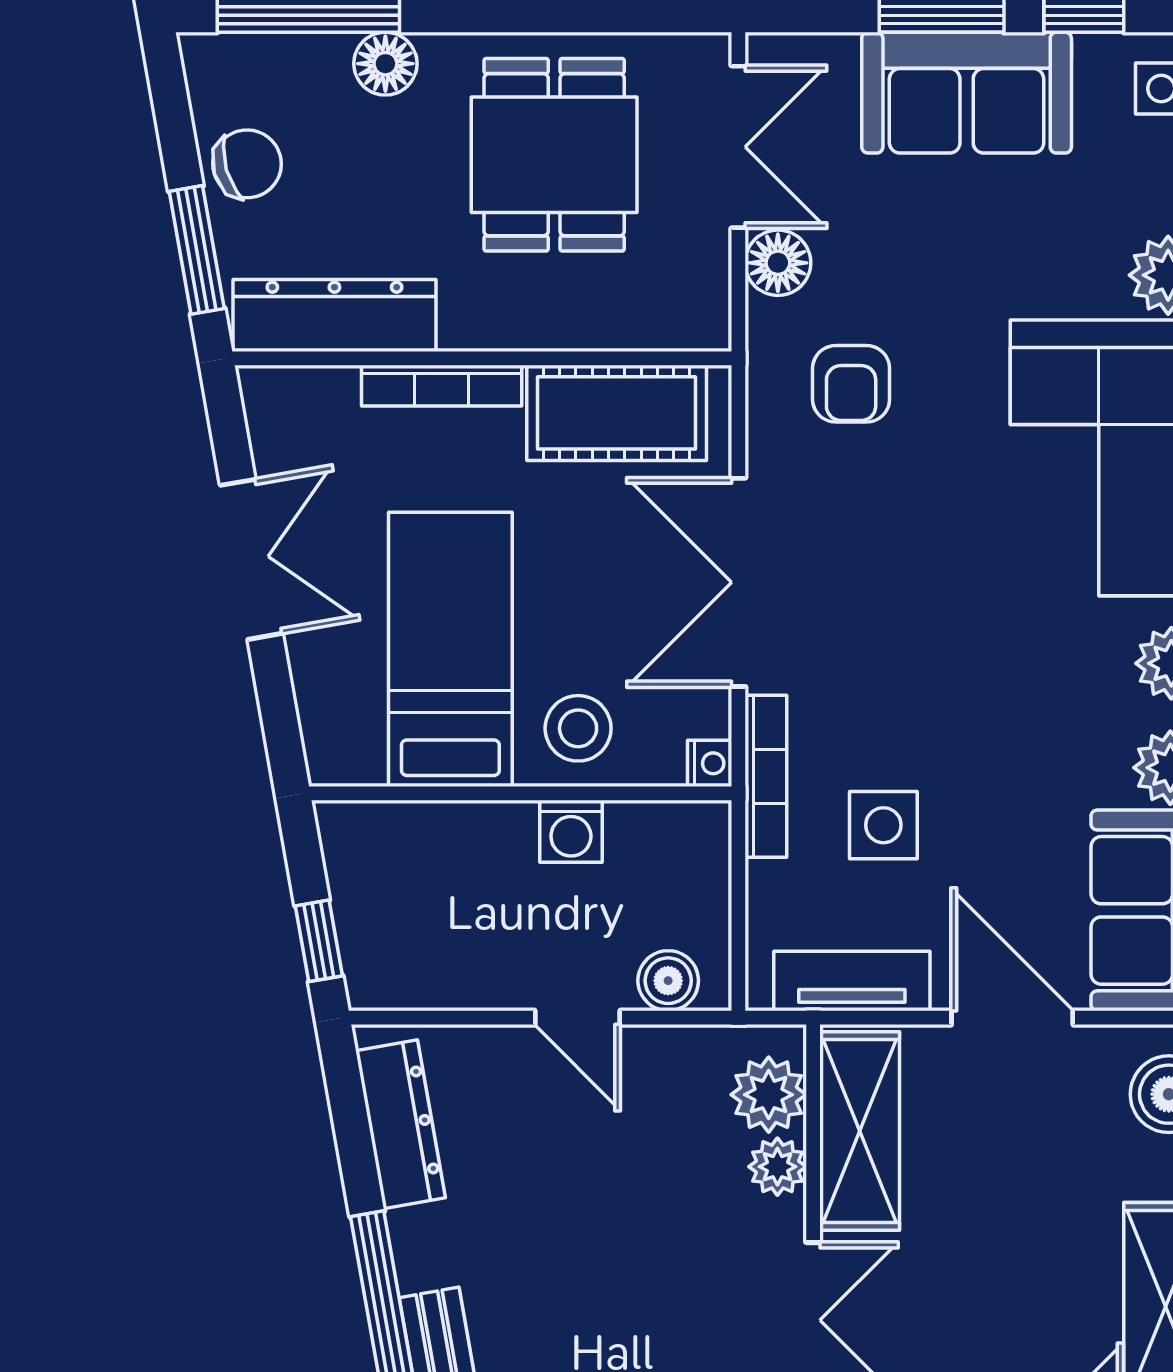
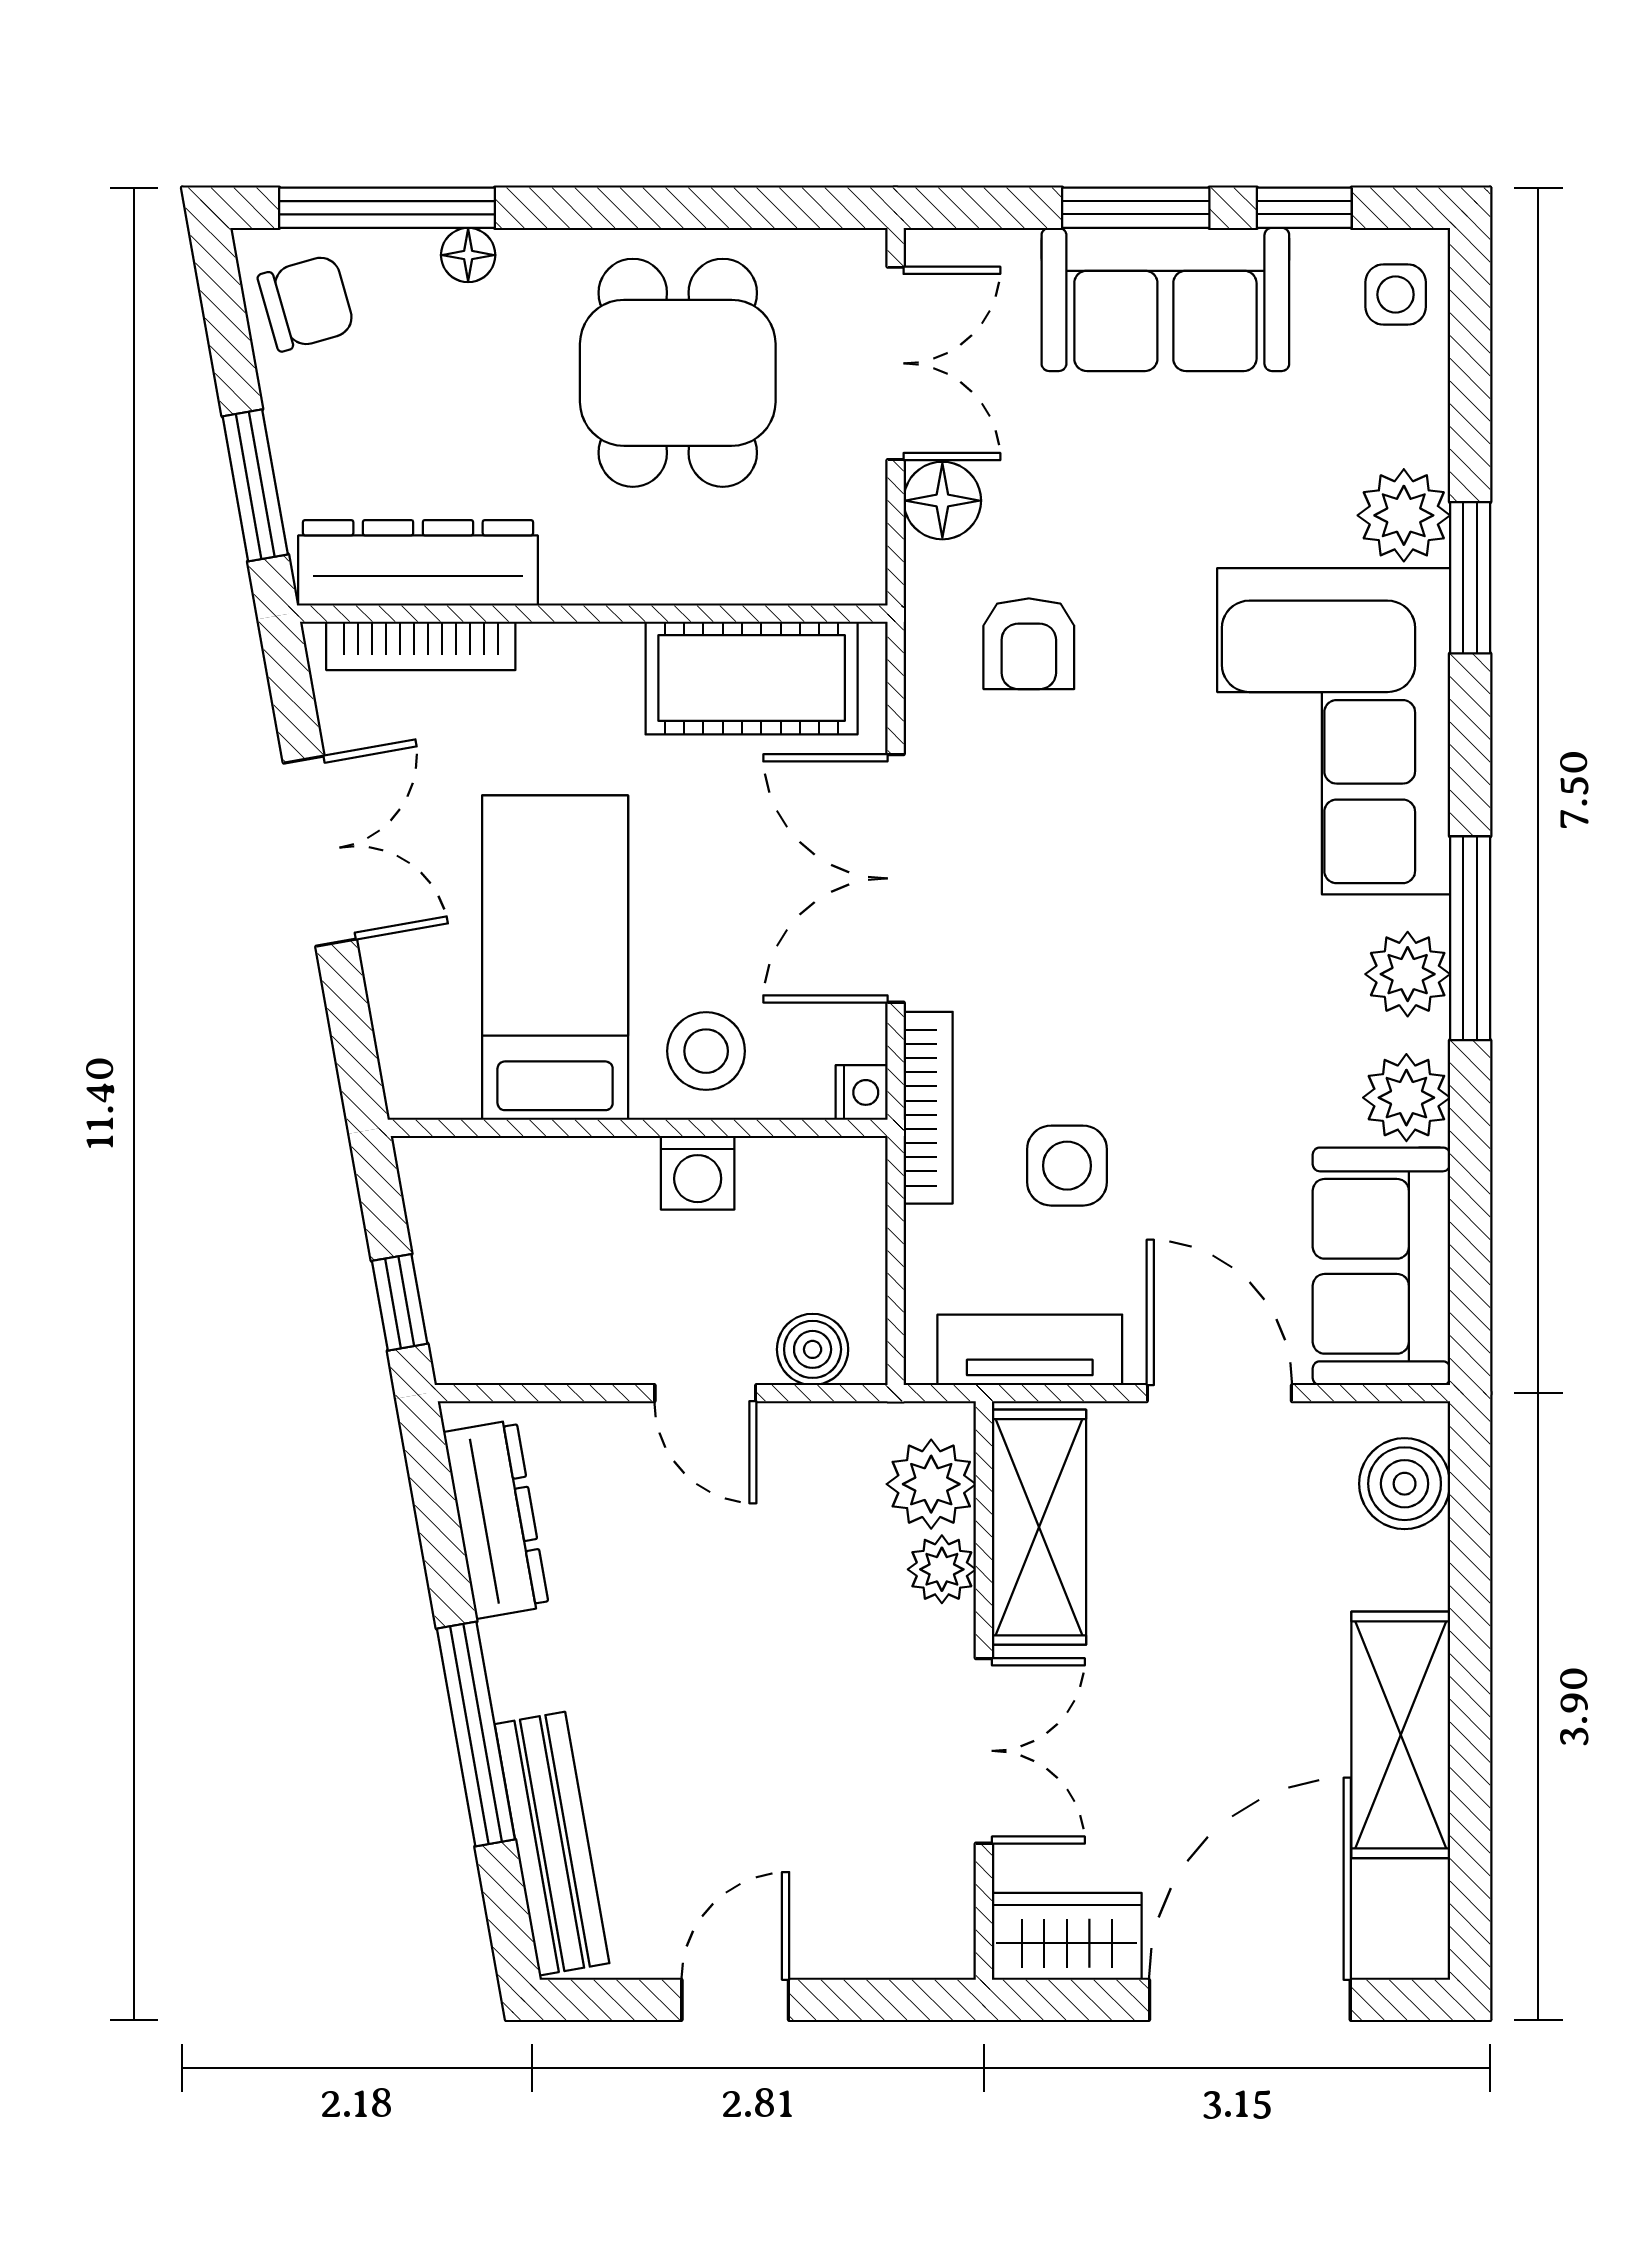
floor lamp: (385, 64) -> (468, 255), width x0.73, depth x0.73
chair: (247, 164) -> (306, 303), moved
bookcase: (442, 386) -> (421, 646), moved

